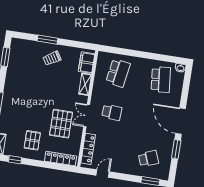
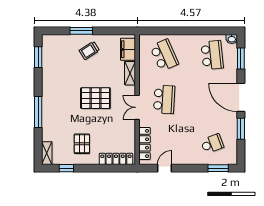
school desk: (118, 73) -> (164, 55), turned -33
window: (186, 87) -> (241, 59), added
school desk: (112, 112) -> (164, 99), width x1.85
pallet: (61, 124) -> (95, 98), moved, turned 90

